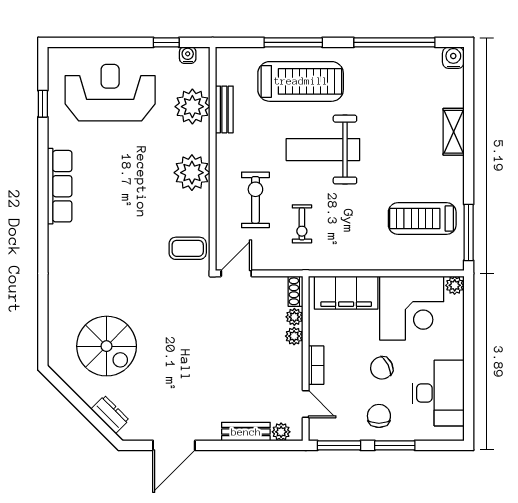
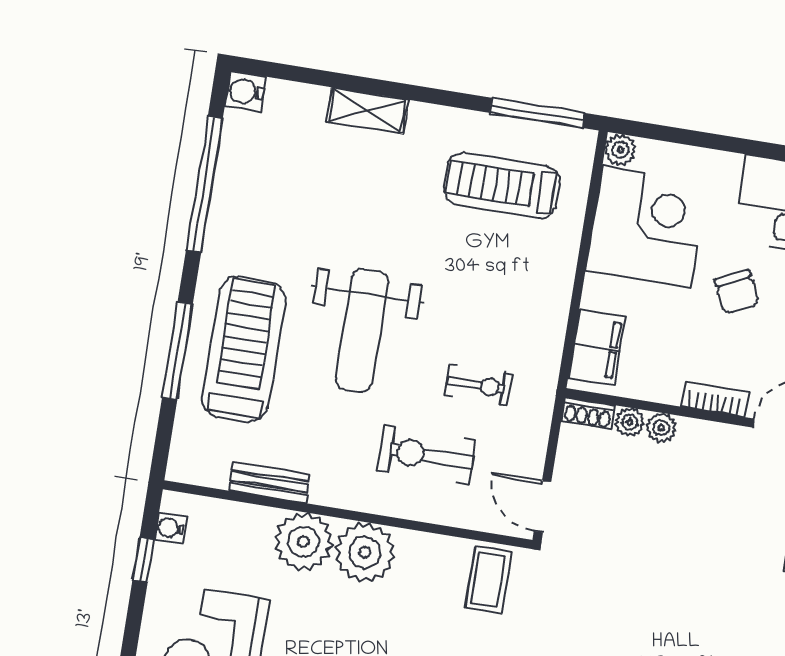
plant: (192, 107) -> (303, 542), moved
treadmill: (422, 219) -> (502, 186), turned 90
filing cabinet: (346, 293) -> (597, 347), width x0.67, depth x0.86

